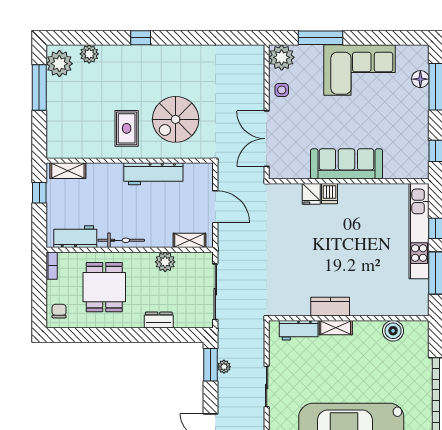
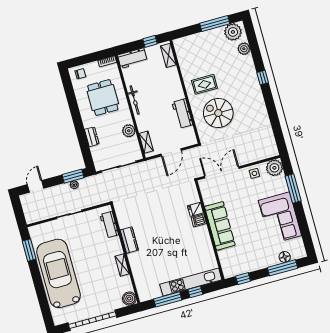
workbench: (153, 174) -> (182, 113), width x0.73
workbench: (75, 237) -> (132, 58), moved, turned 90
dining table: (104, 287) -> (103, 98), turned 90
shelving: (336, 328) -> (122, 265), moved
boiler: (393, 331) -> (129, 299), moved

